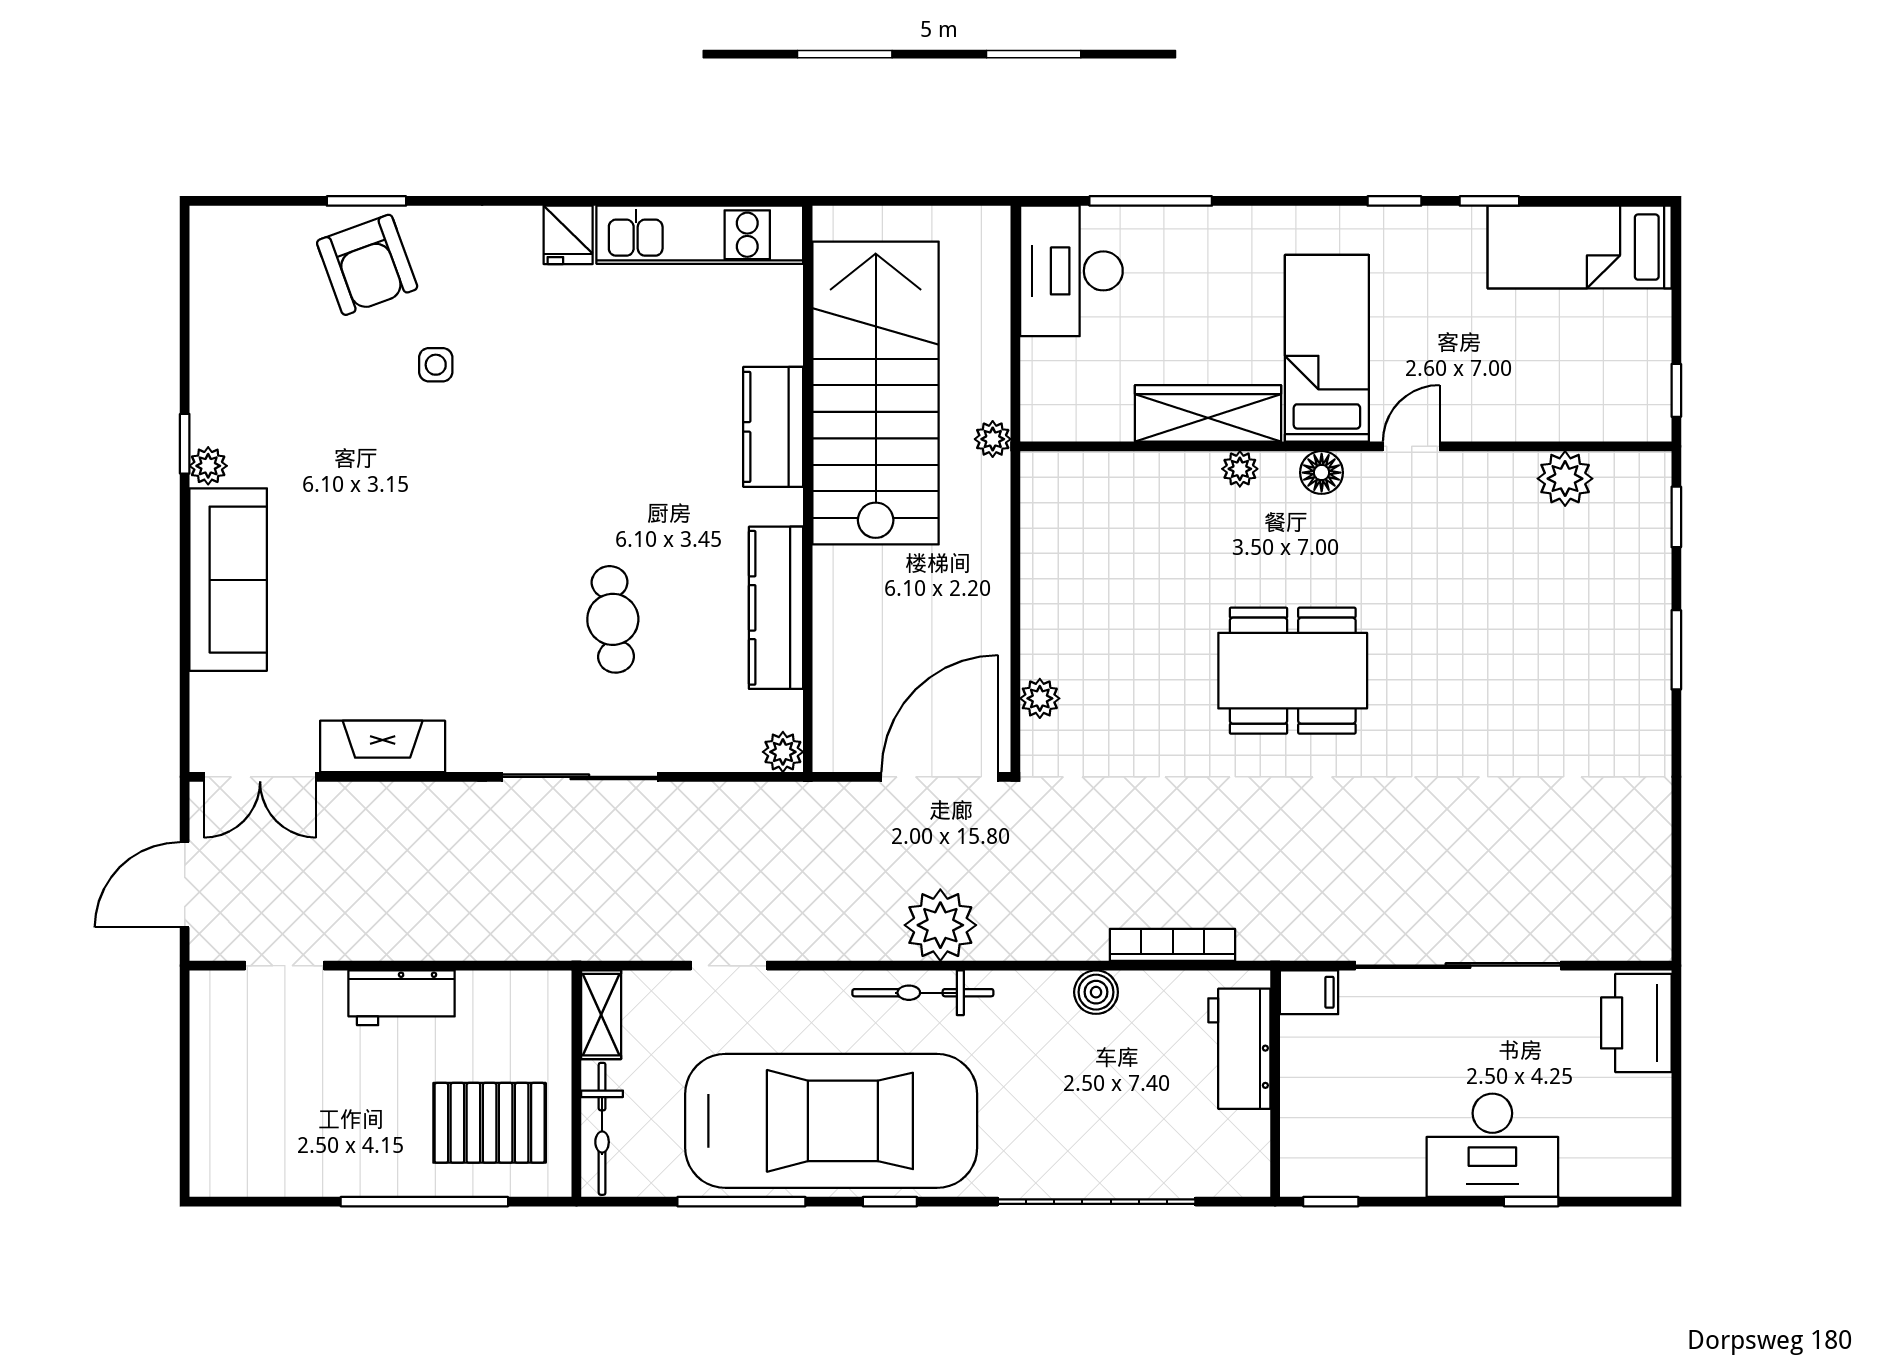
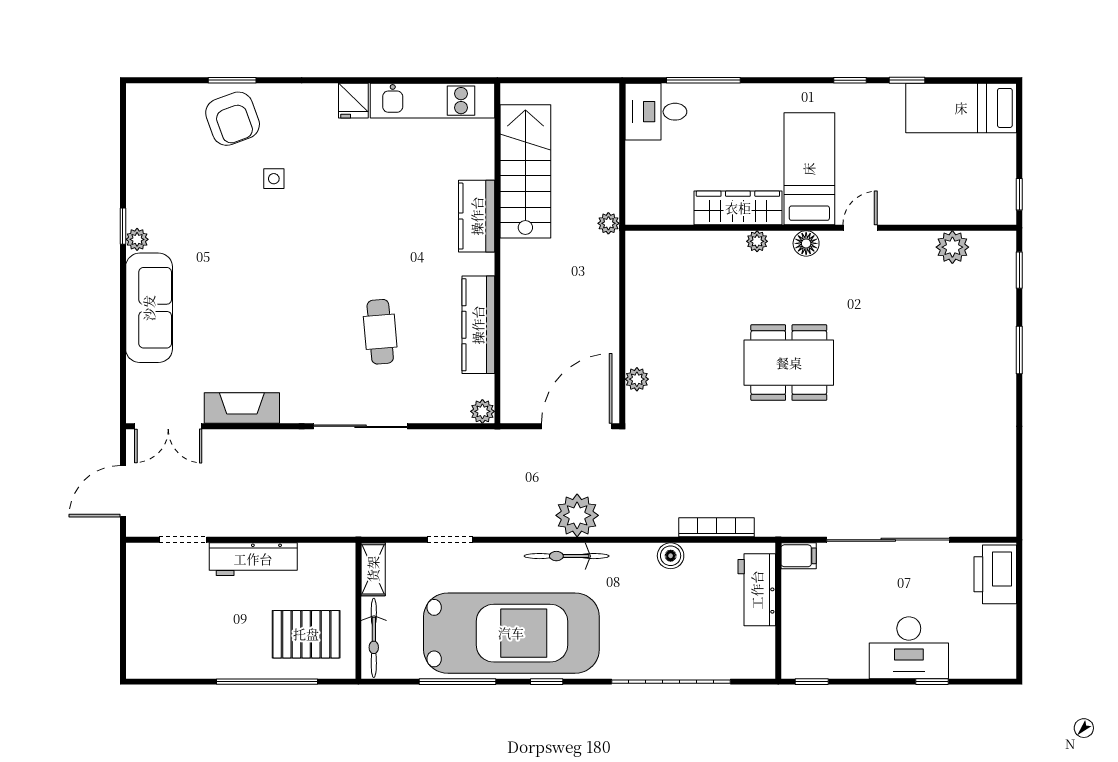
desk: (1071, 271) -> (656, 112), width x0.73
stairs: (876, 393) -> (525, 171), width x0.73, depth x0.66
workbench: (402, 998) -> (253, 559), width x1.38

